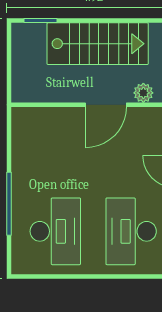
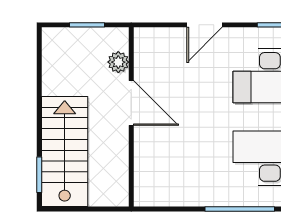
stairs: (98, 44) -> (65, 151), moved

